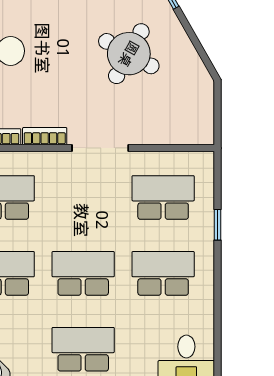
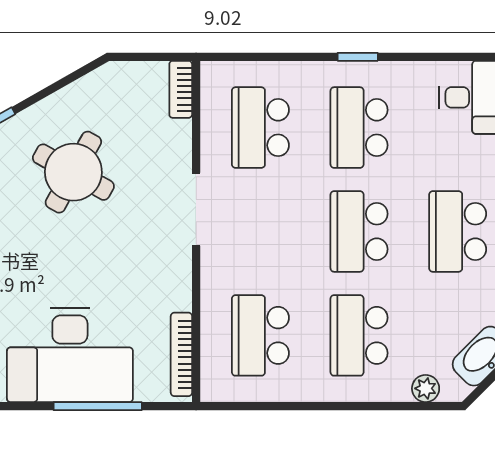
bookcase: (45, 136) -> (181, 89), moved
window: (218, 225) -> (358, 57), moved

